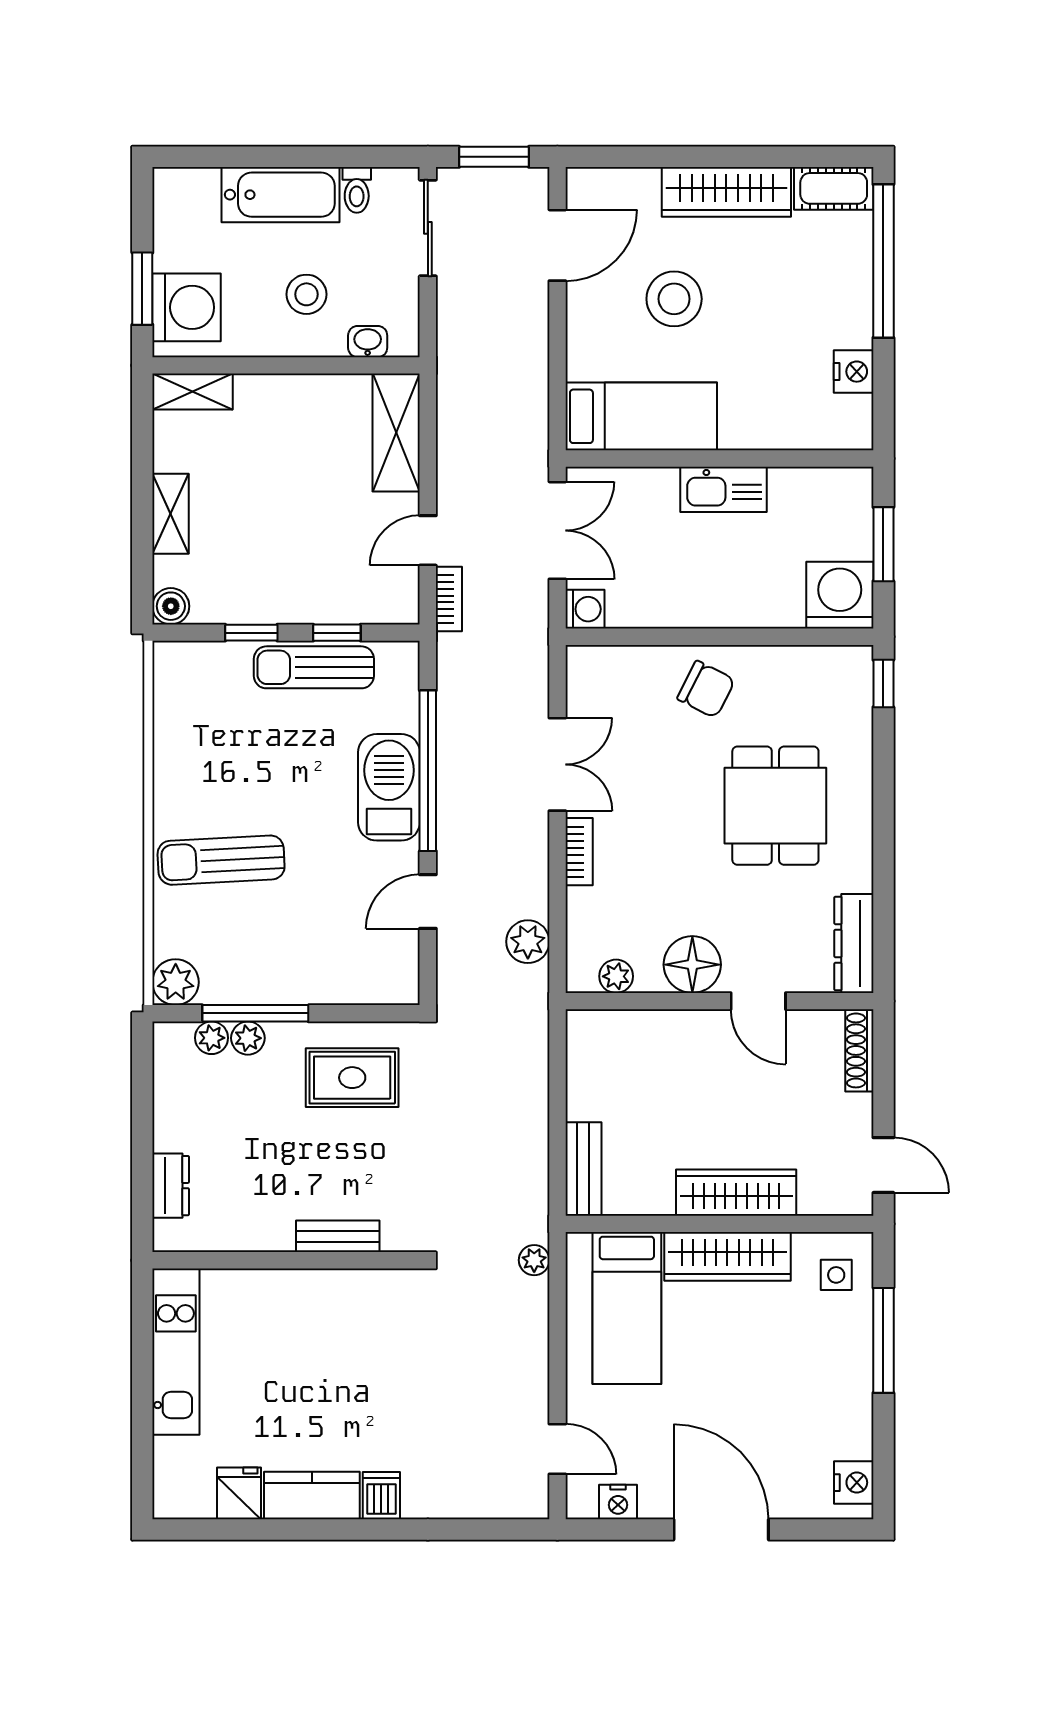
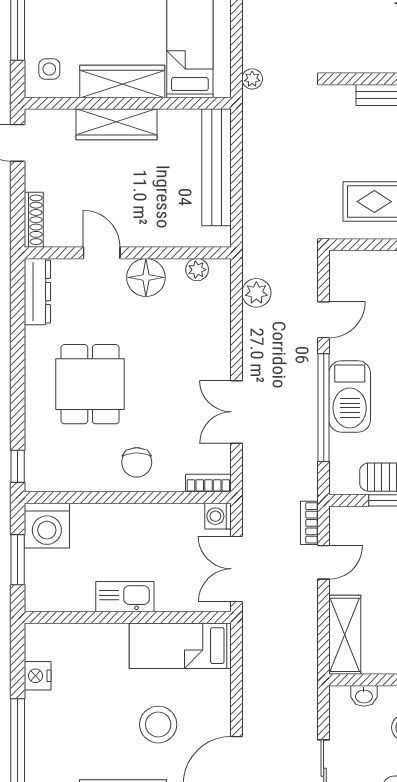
chair: (706, 689) -> (137, 462), turned -117
bookcase: (579, 852) -> (208, 483), moved, turned 90
bench: (583, 1169) -> (216, 167), width x1.86, depth x1.21

